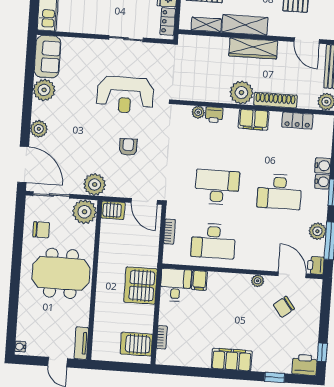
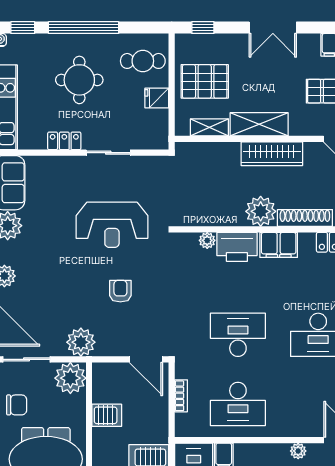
locker: (168, 22) -> (64, 141), moved, turned 90
printer: (214, 115) -> (237, 247), width x1.87, depth x1.48
server rack: (113, 210) -> (107, 415), moved

